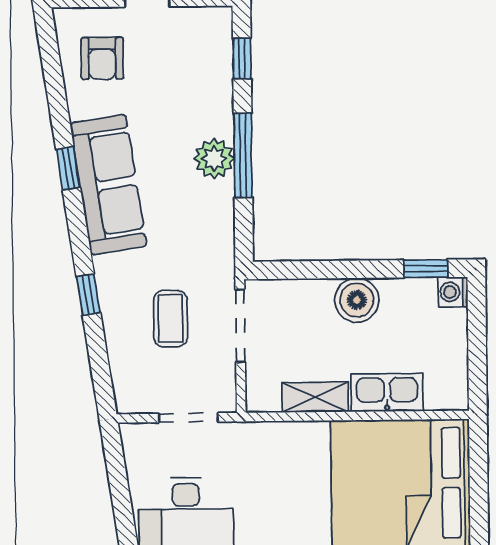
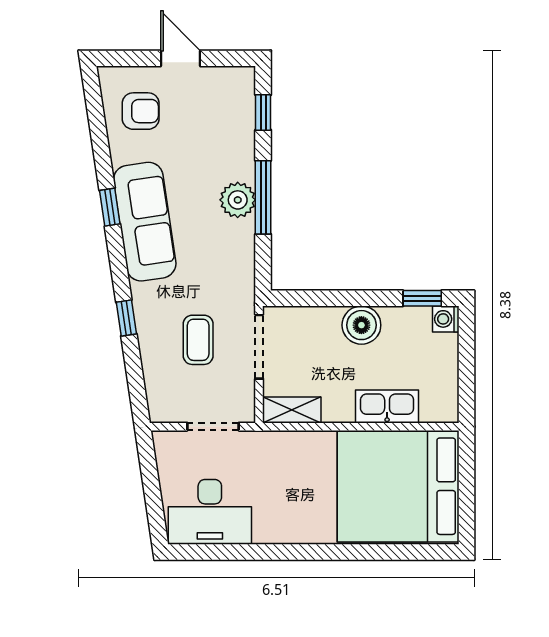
armchair: (102, 58) -> (141, 111), turned -90
shelving: (315, 397) -> (292, 410), moved

